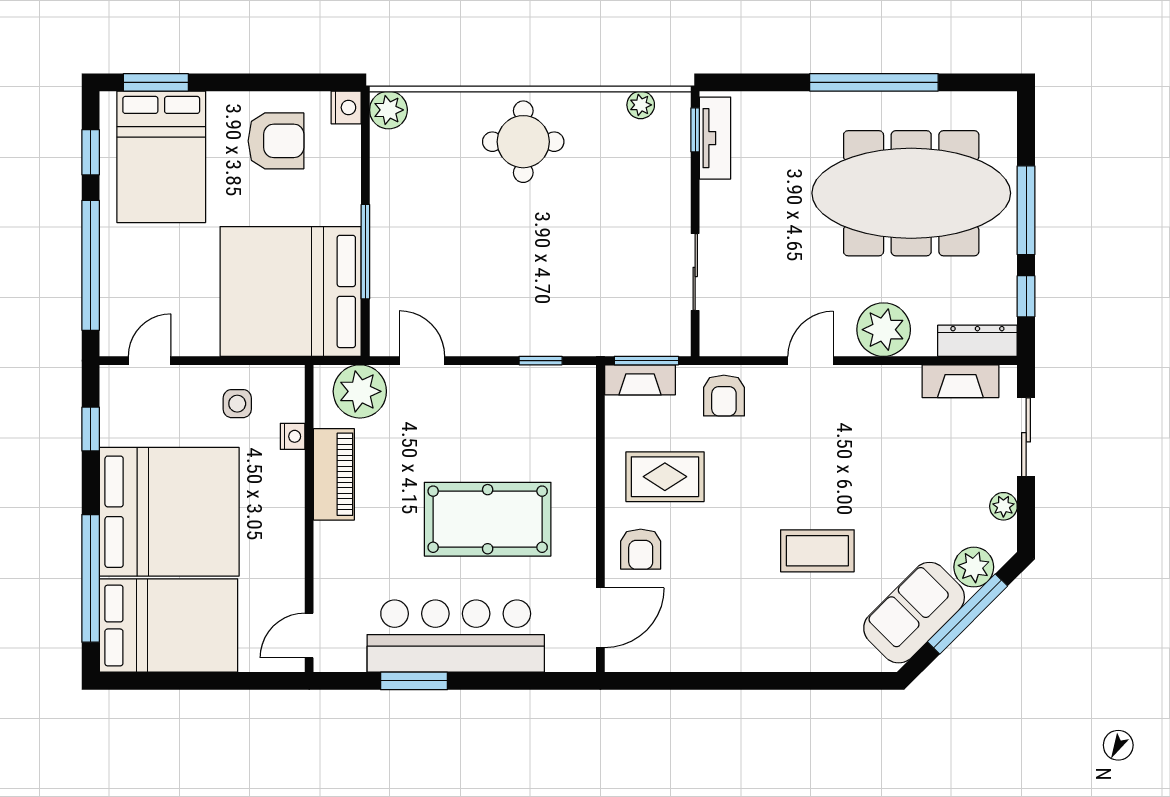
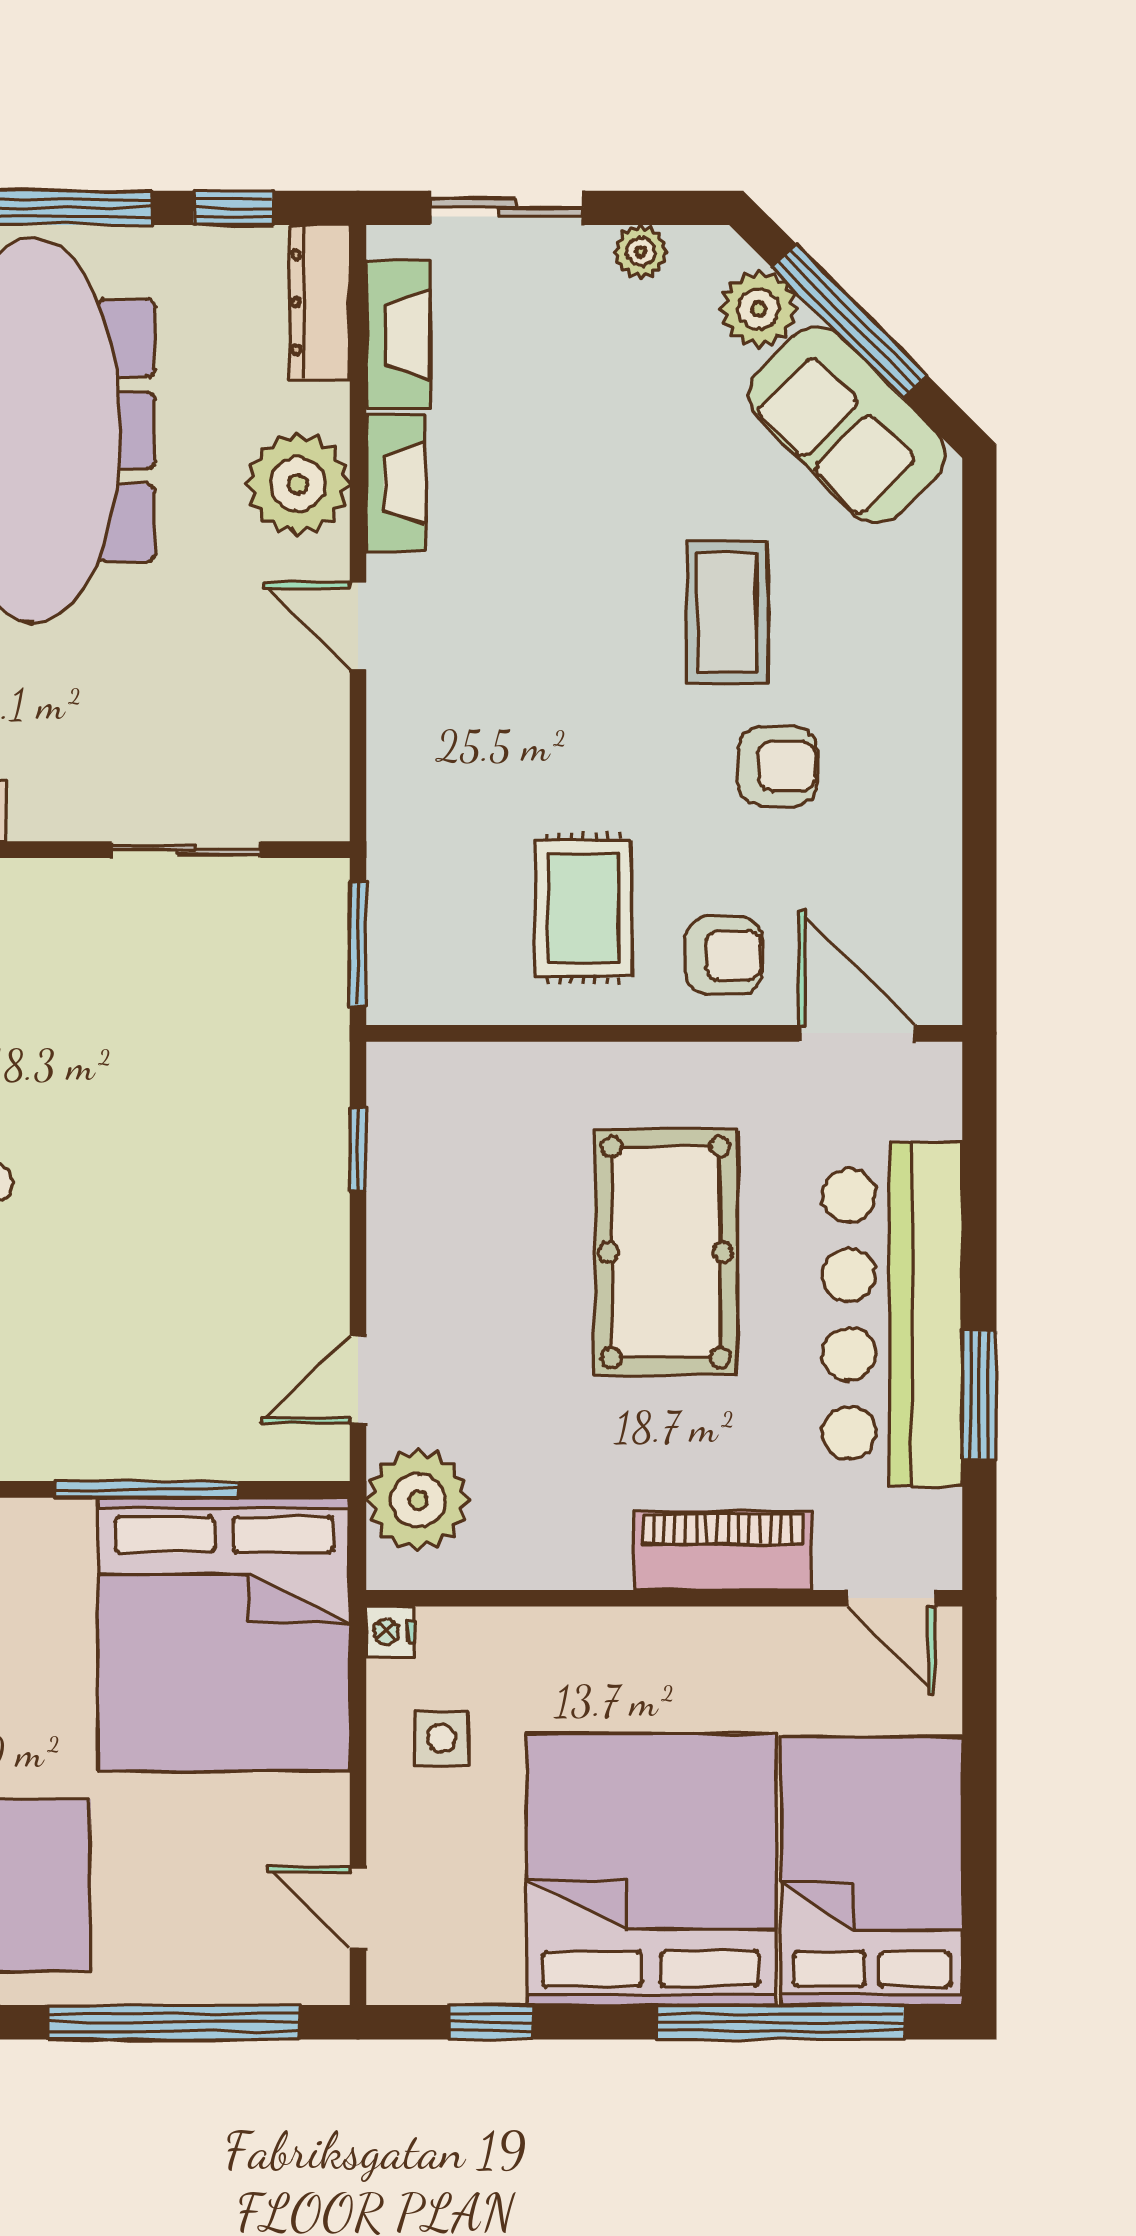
fireplace: (640, 380) -> (396, 483), moved
armchair: (724, 396) -> (778, 766), moved
nightstand: (293, 436) -> (390, 1632), moved, turned -90
piano: (334, 474) -> (723, 1550), moved

